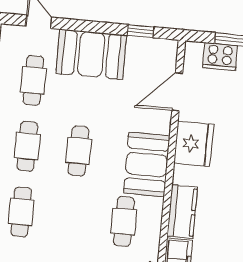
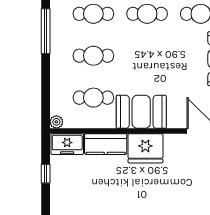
fridge: (194, 144) -> (145, 148), moved
cafe table: (79, 151) -> (93, 56), moved

